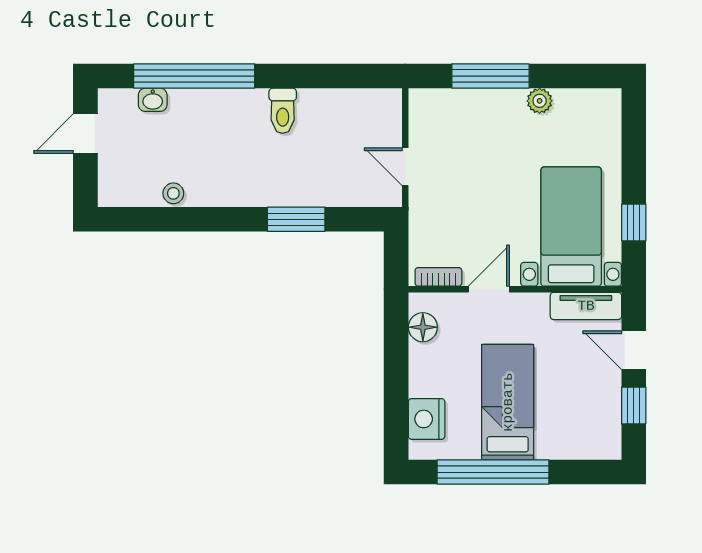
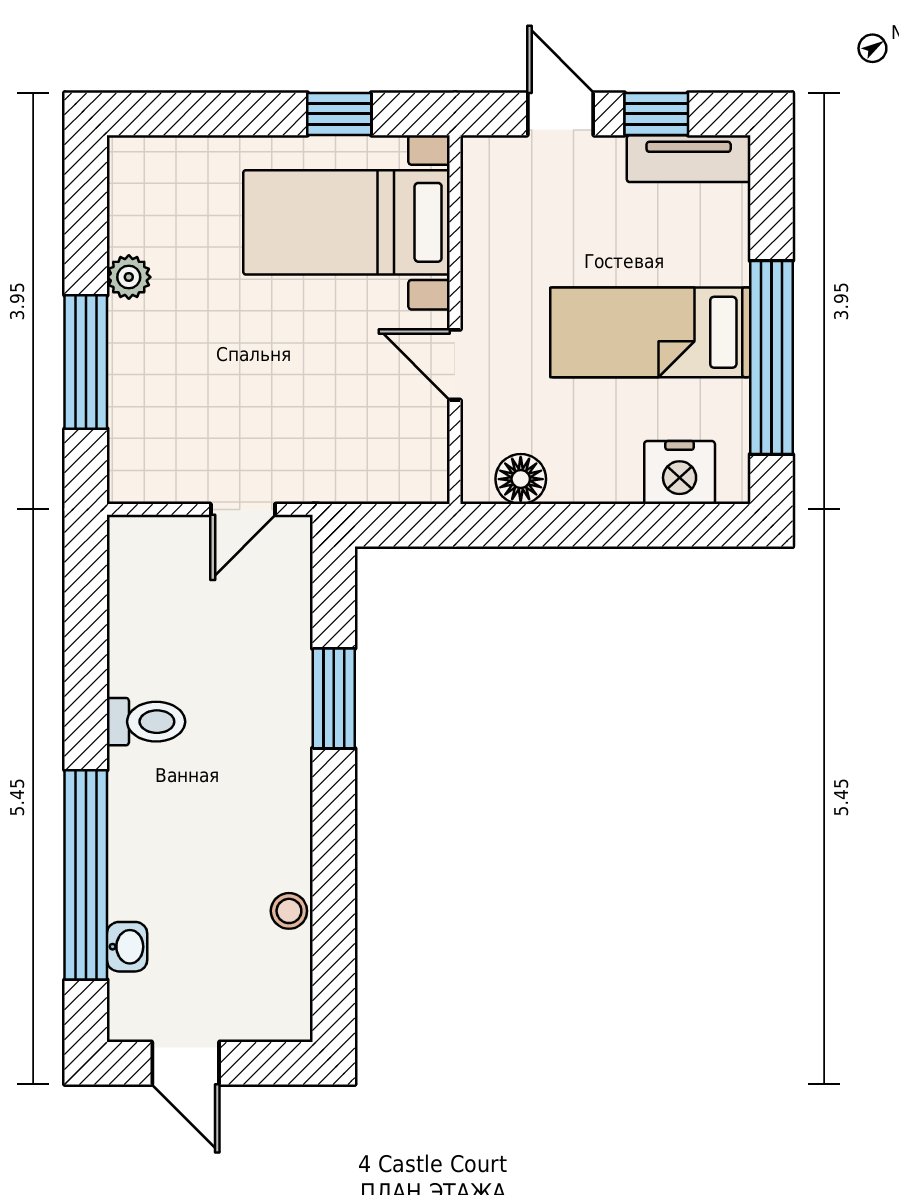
bookcase: (438, 277) -> (434, 452), removed
tv unit: (586, 306) -> (689, 159), moved, turned 90
door: (634, 350) -> (560, 114), swing flipped

